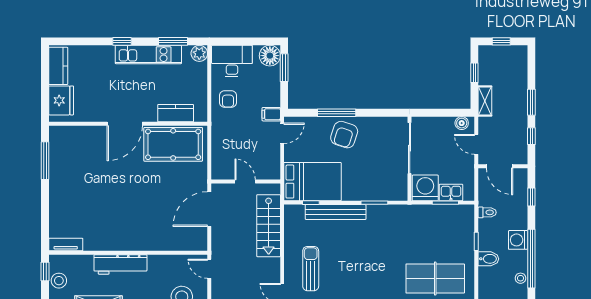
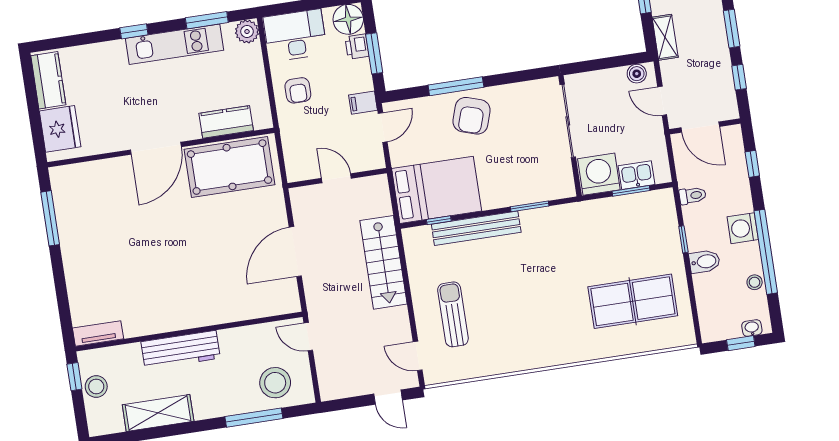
window: (284, 68) -> (374, 53), moved
printer: (273, 75) -> (357, 47), added
door: (245, 181) -> (336, 178), moved
wall: (246, 181) -> (337, 178), moved

